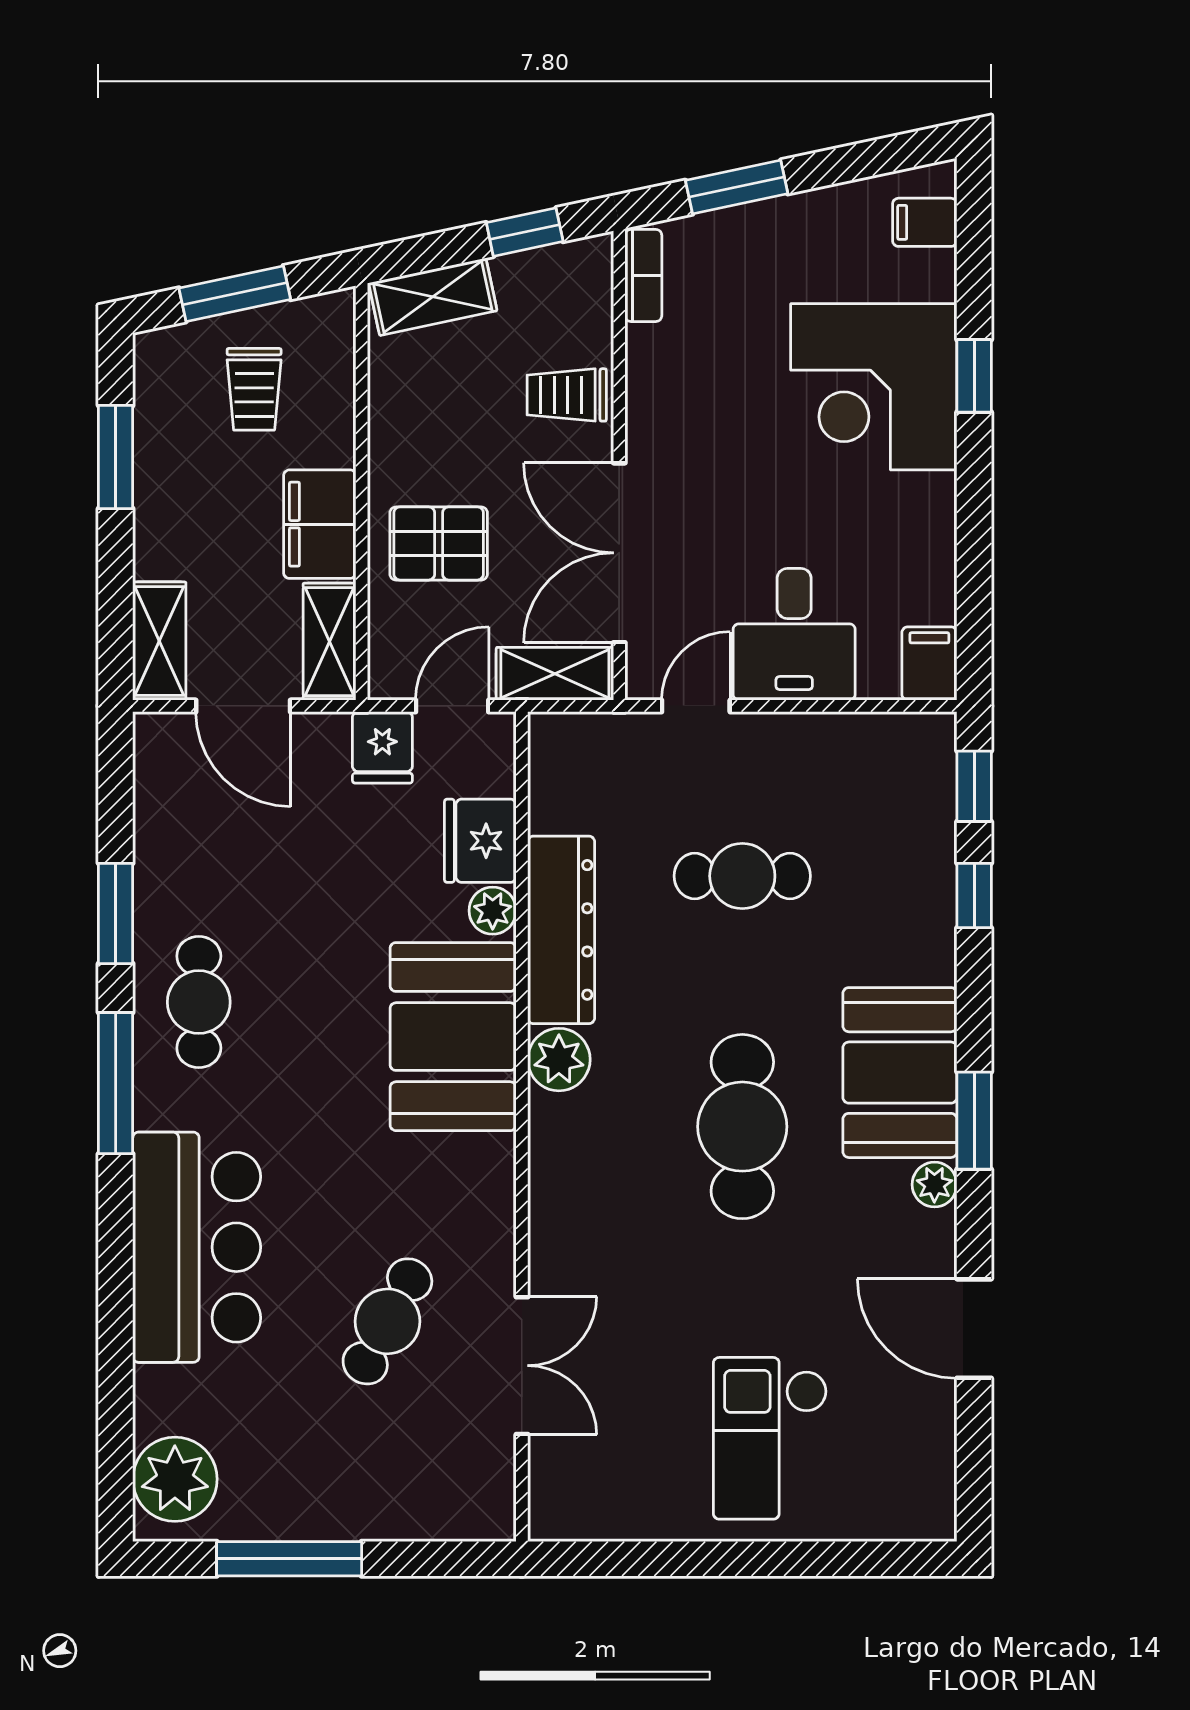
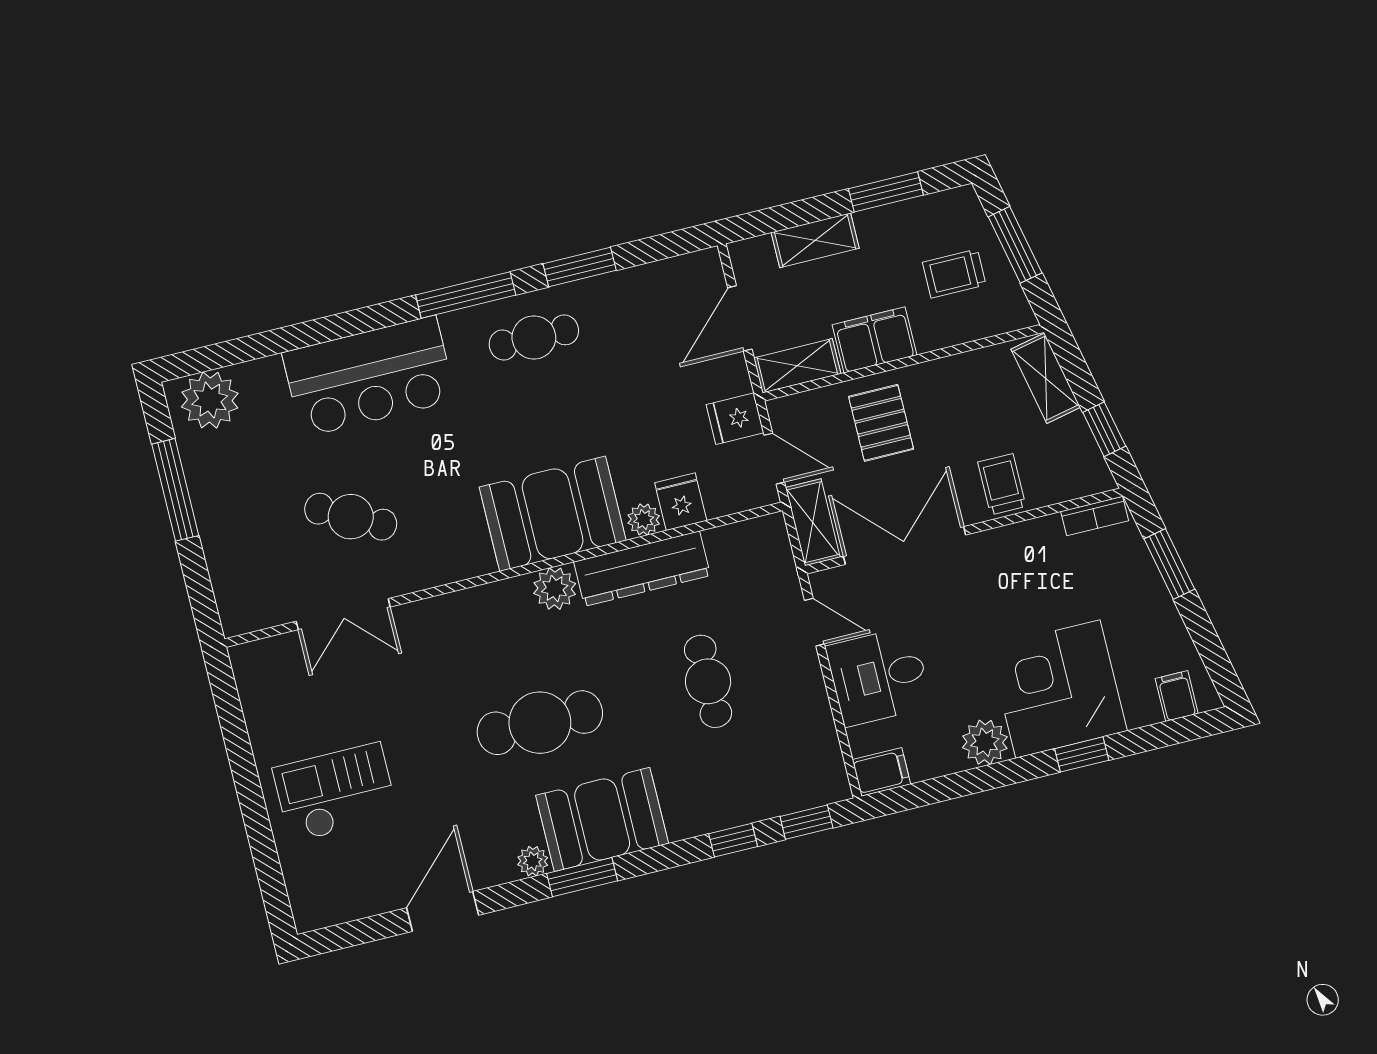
plant: (923, 508) -> (985, 742), added
shelving: (159, 641) -> (815, 240), moved
fridge: (480, 841) -> (681, 502), width x0.72

